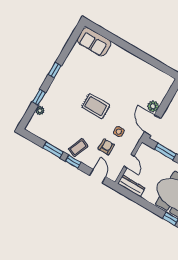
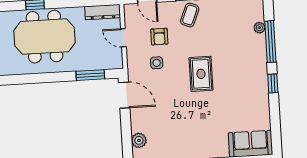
window: (39, 97) -> (270, 42), width x2.17
rug: (96, 106) -> (201, 74), turned 90
plant: (153, 106) -> (139, 140), moved

